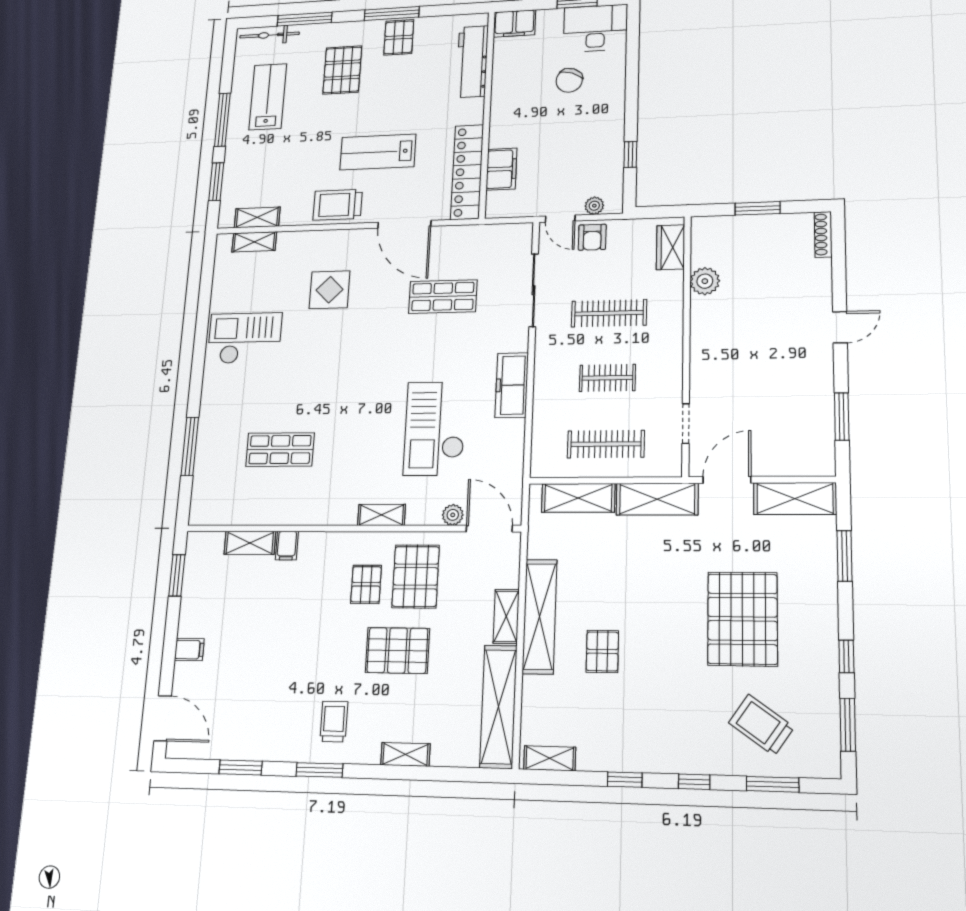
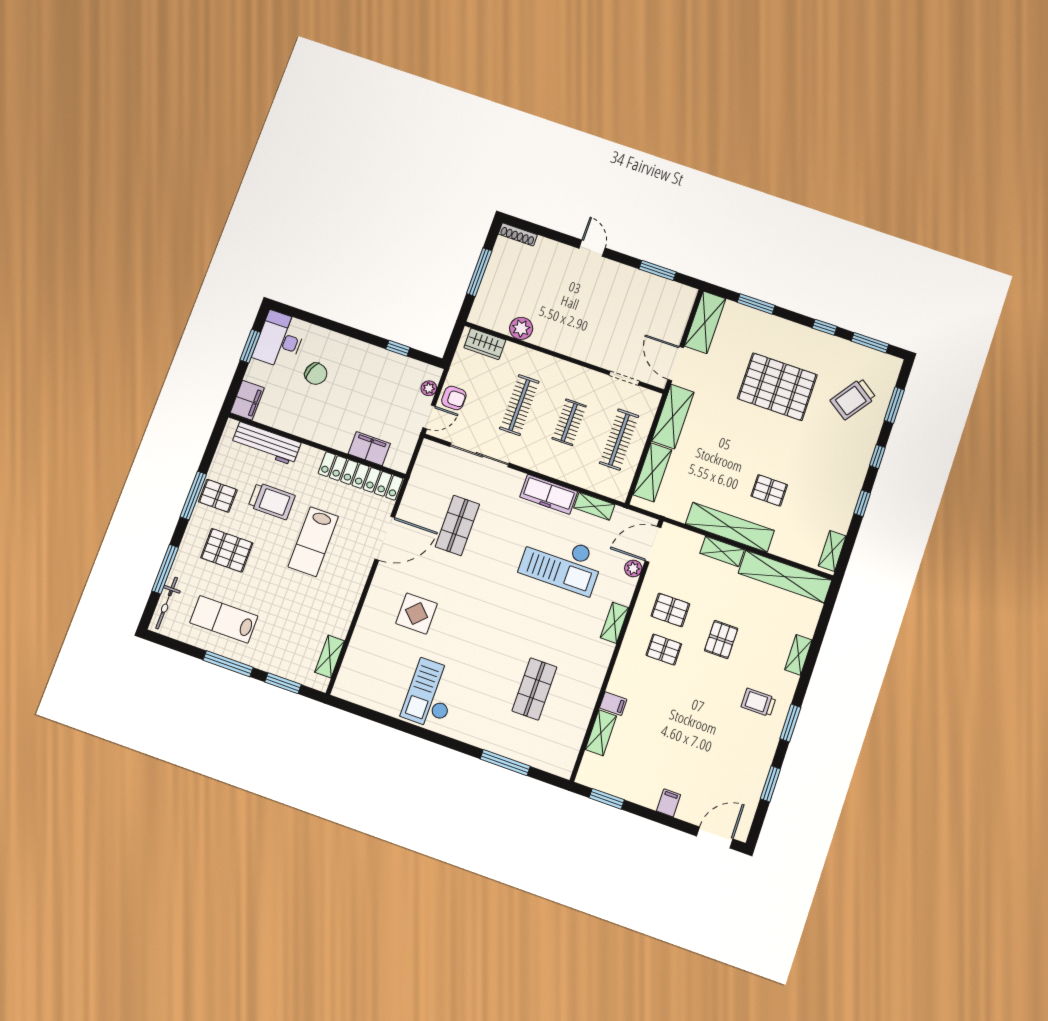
trolley: (338, 205) -> (272, 501), moved, turned -90
window: (758, 208) -> (479, 272), width x1.44
shelving: (254, 242) -> (594, 506), moved, turned 90
pallet: (416, 576) -> (670, 610), width x0.67, depth x0.71
pallet: (397, 650) -> (721, 639), width x0.67, depth x0.71

